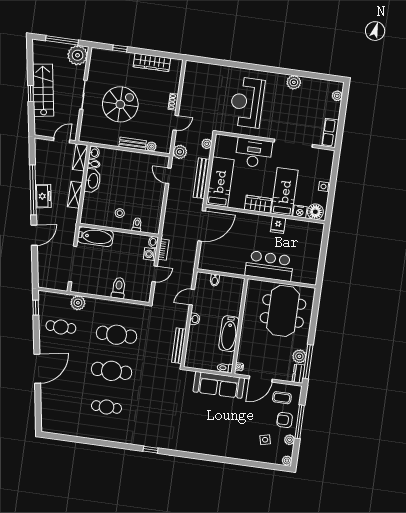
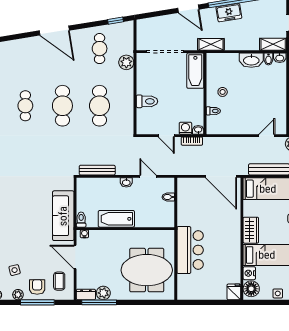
shelving: (75, 195) -> (211, 44), moved
fridge: (278, 225) -> (234, 292), moved, turned 90

